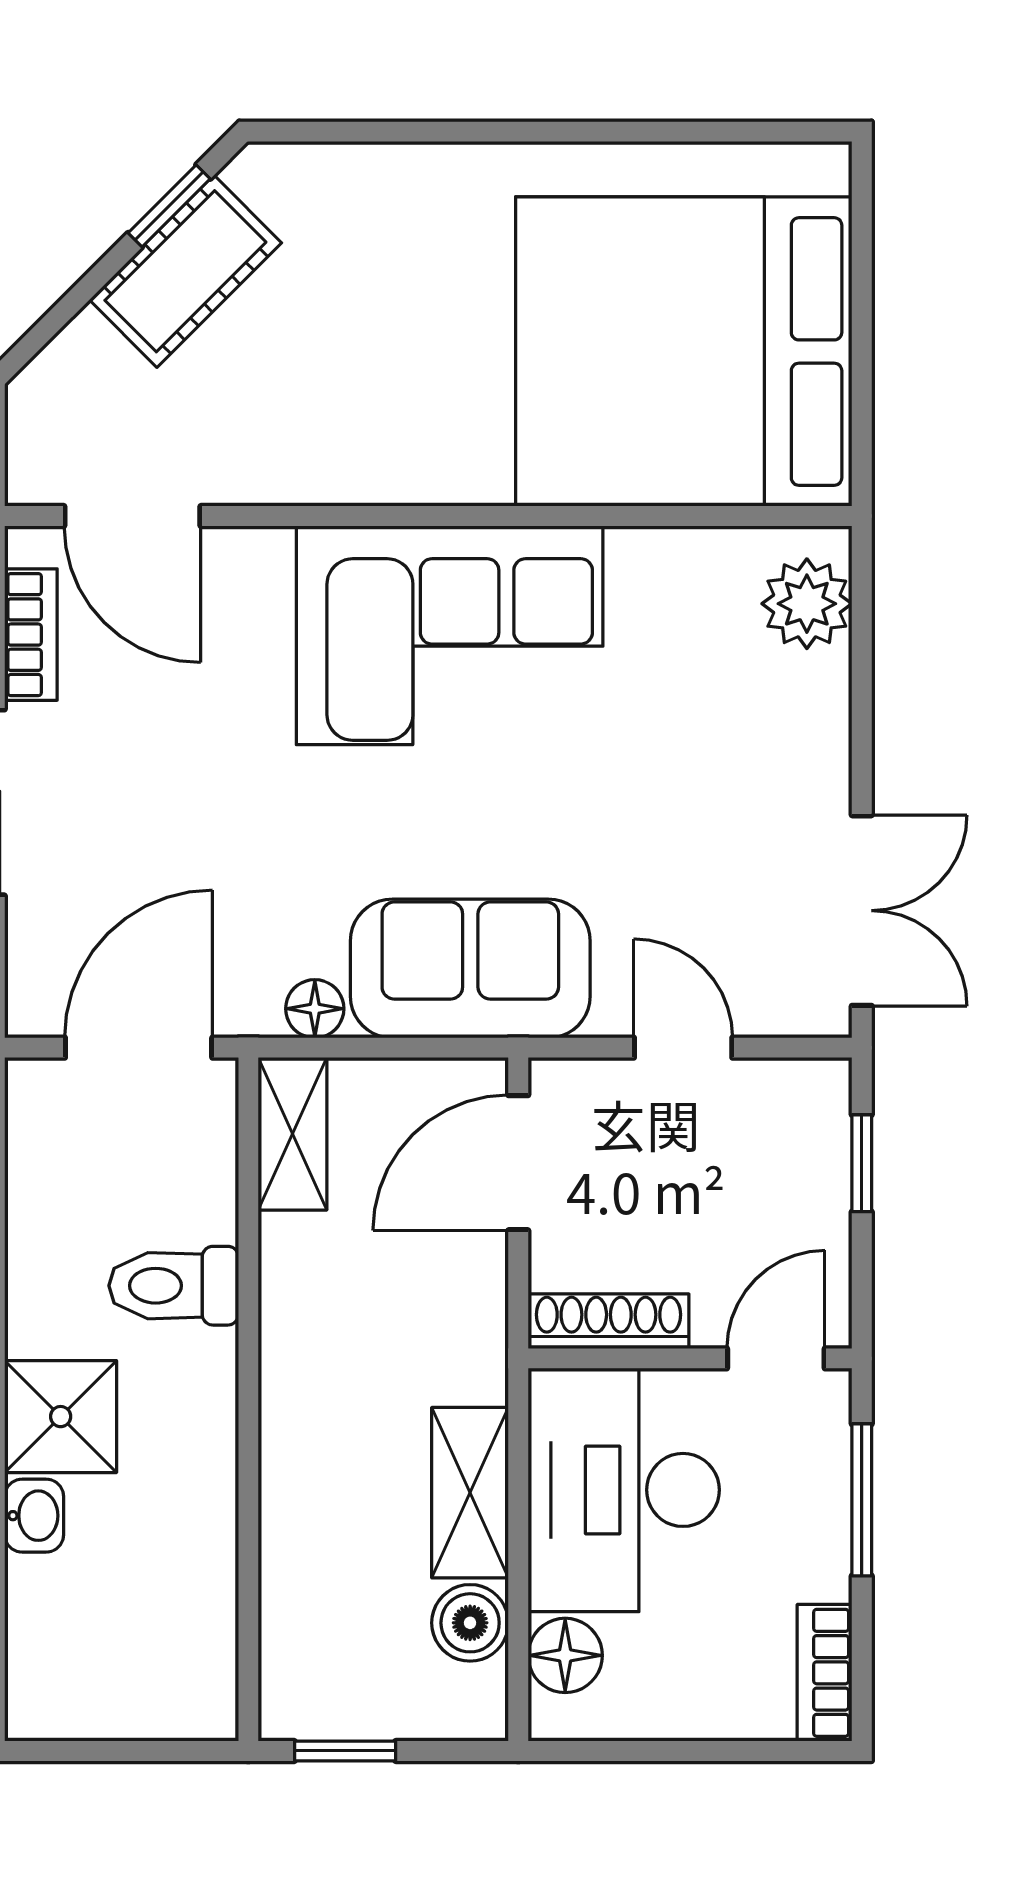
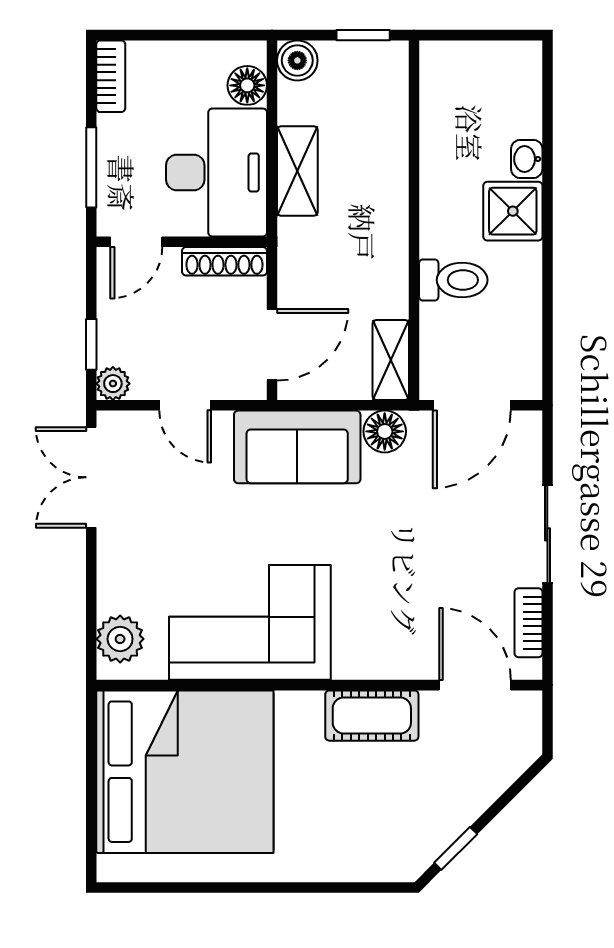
cot: (185, 271) -> (372, 716), moved, turned 45
corner sofa: (450, 635) -> (250, 622), moved
floor lamp: (315, 1009) -> (385, 431), width x1.37, depth x1.37
plant: (820, 1089) -> (113, 384), added
boiler: (470, 1623) -> (297, 60), moved

